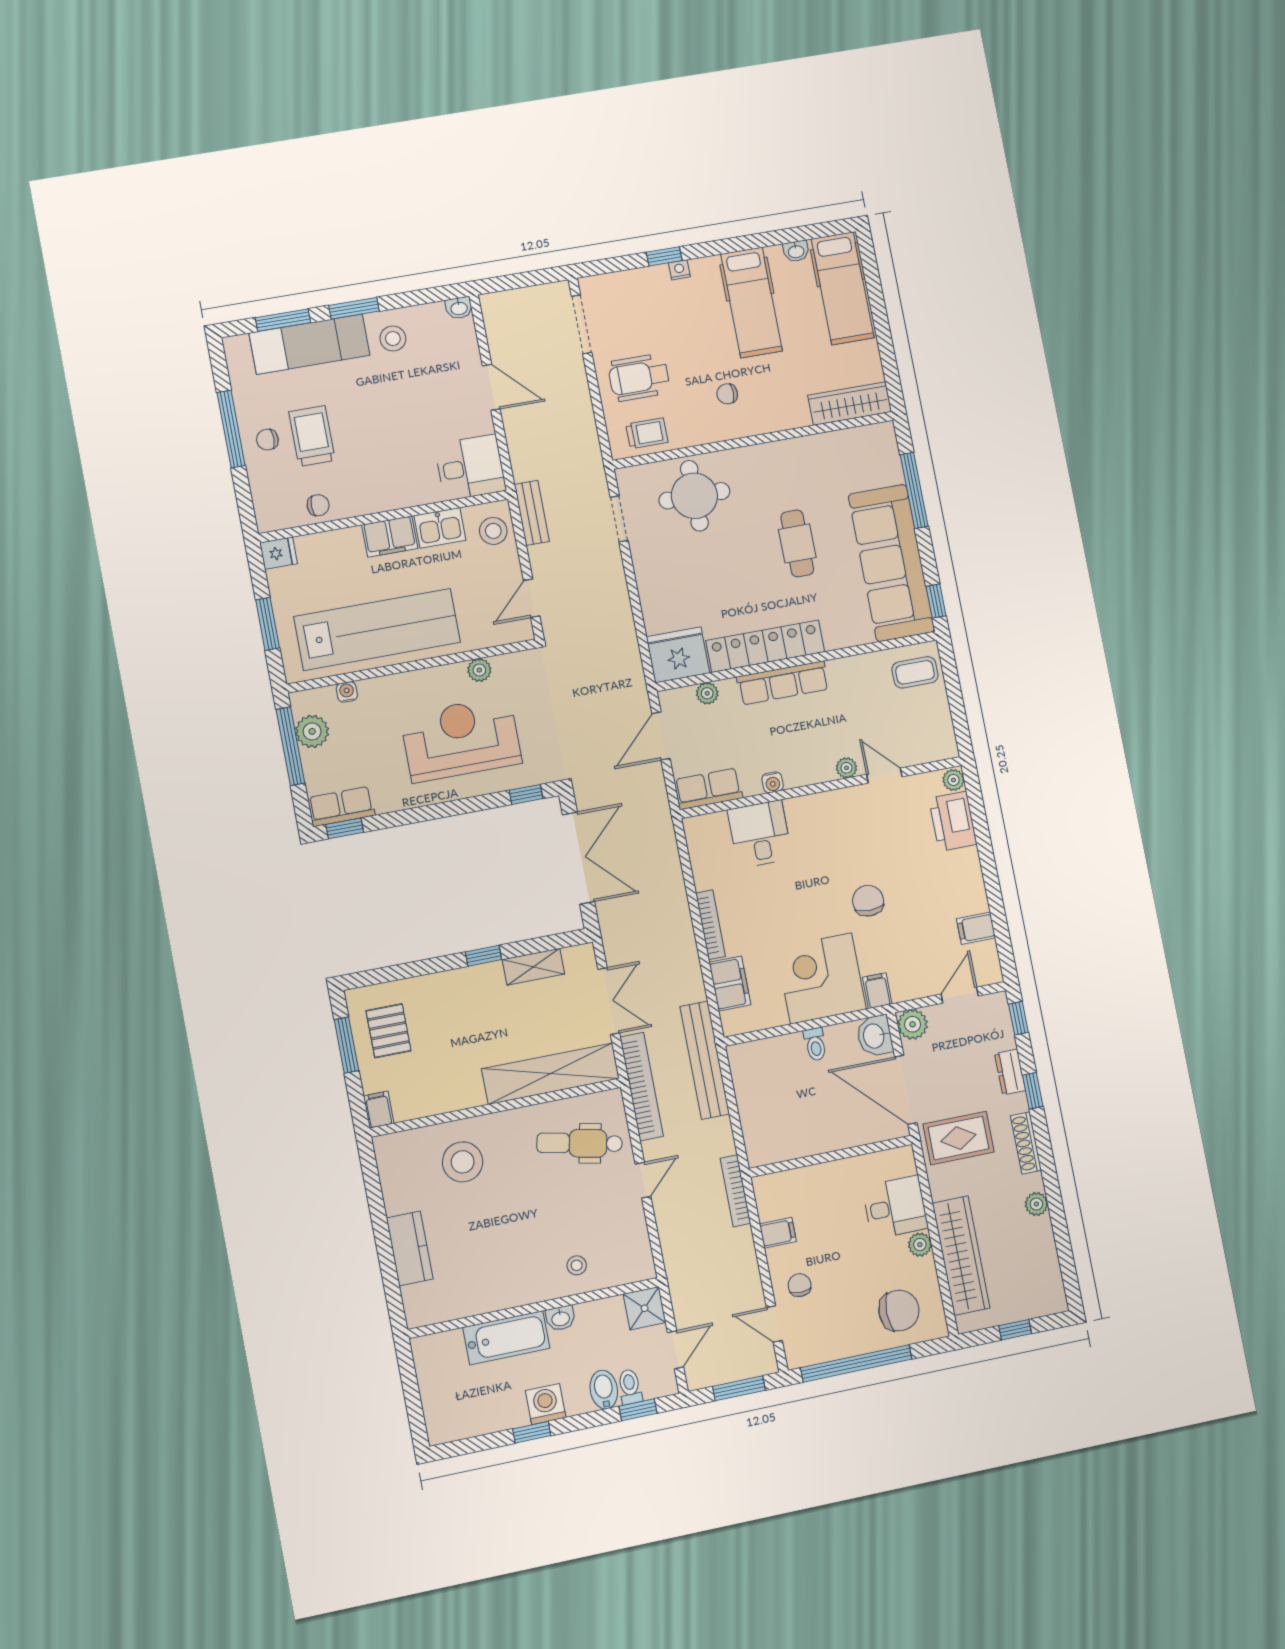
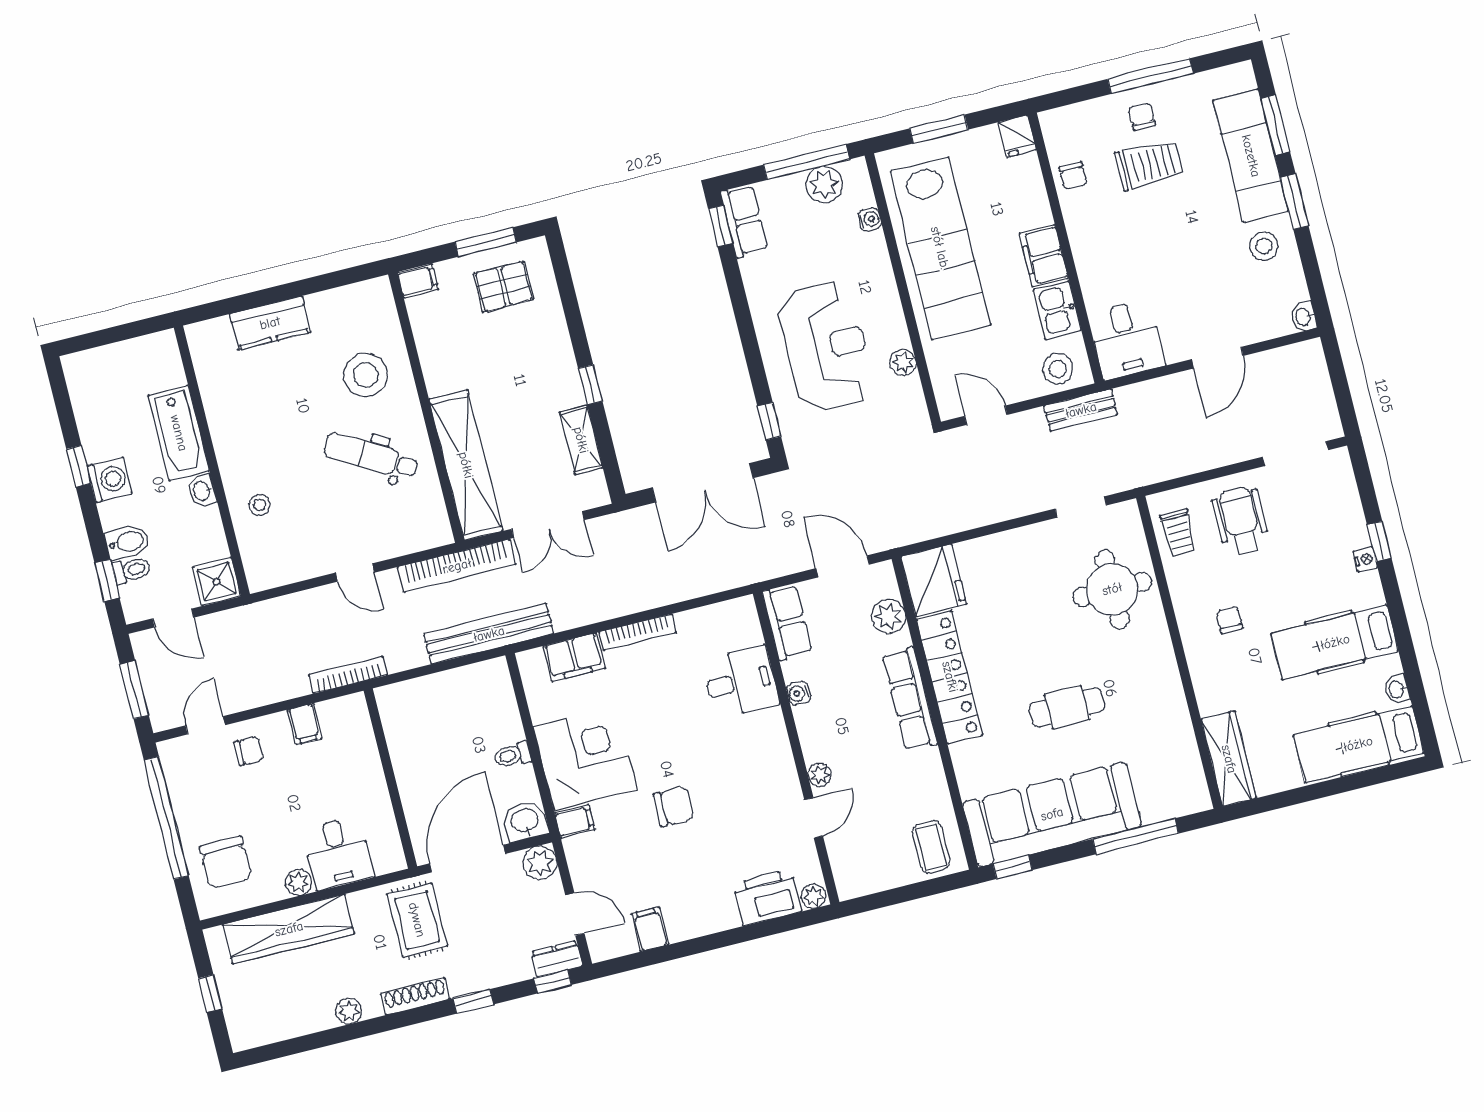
plant: (707, 693) -> (889, 616), width x1.38, depth x1.38
dresser: (1010, 1072) -> (557, 959), moved
dental chair: (579, 1143) -> (371, 456), moved, turned -72

